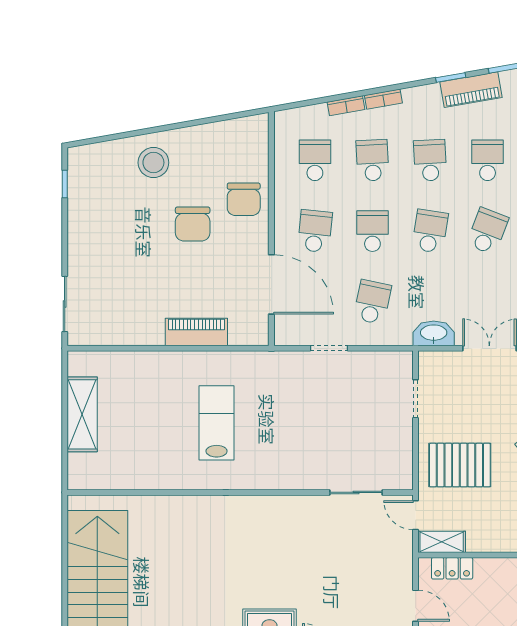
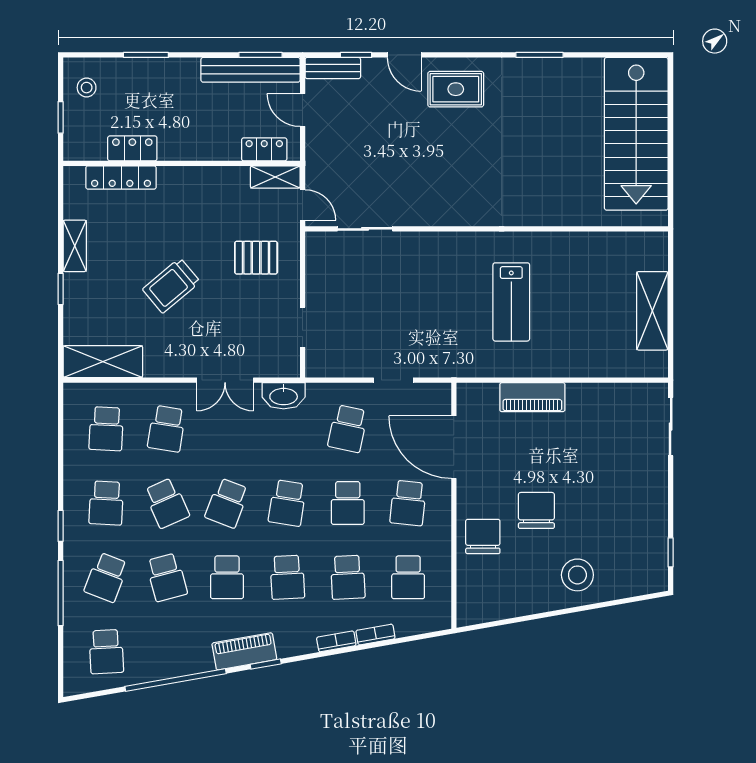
pallet: (460, 465) -> (256, 258), width x0.67, depth x0.71

